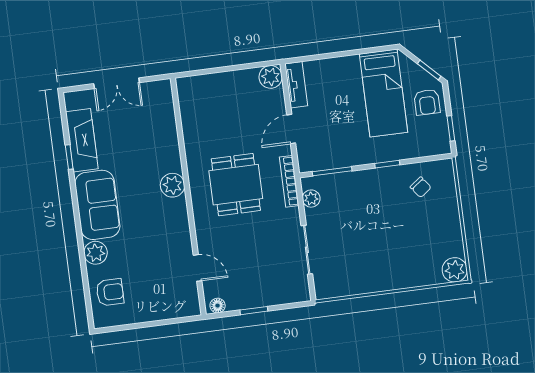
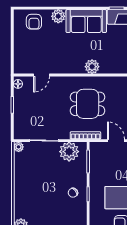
chair: (421, 187) -> (73, 193), moved
plant: (311, 199) -> (69, 152), width x1.87, depth x1.87
plant: (323, 291) -> (19, 147), added

